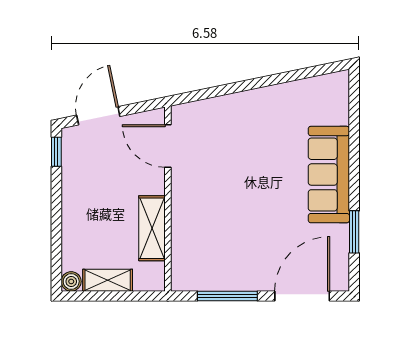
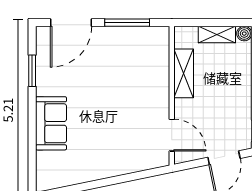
sofa: (329, 175) -> (51, 123), width x0.73

